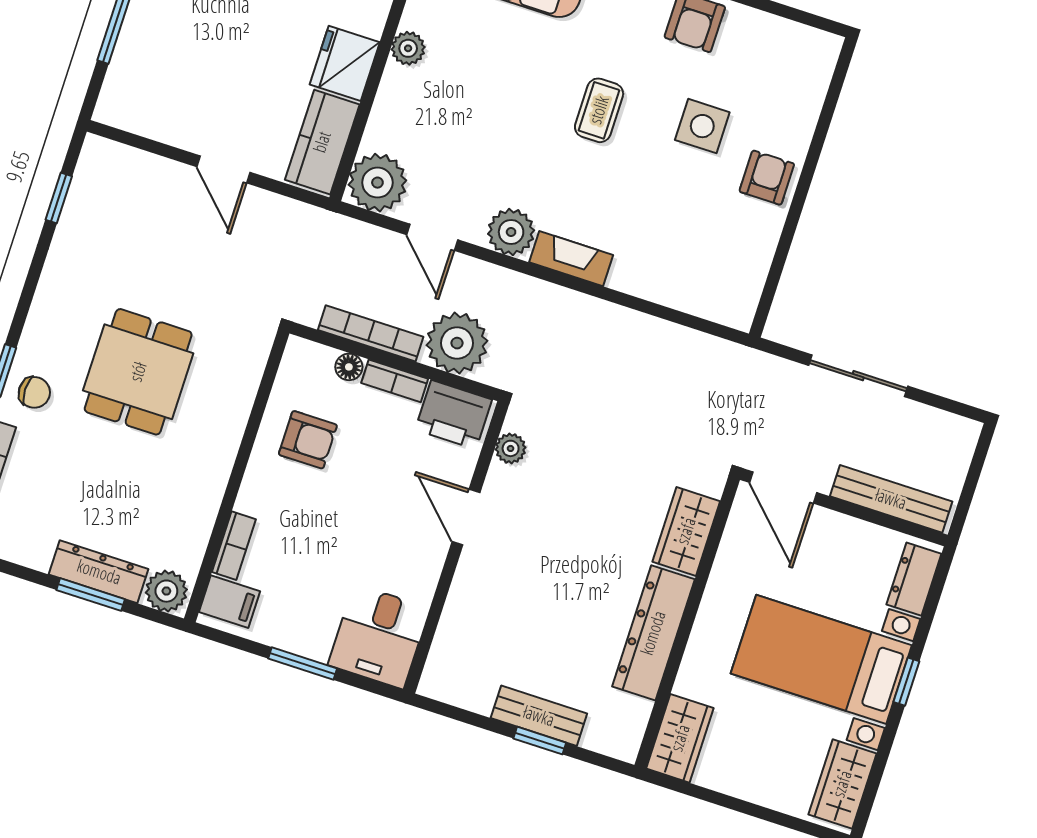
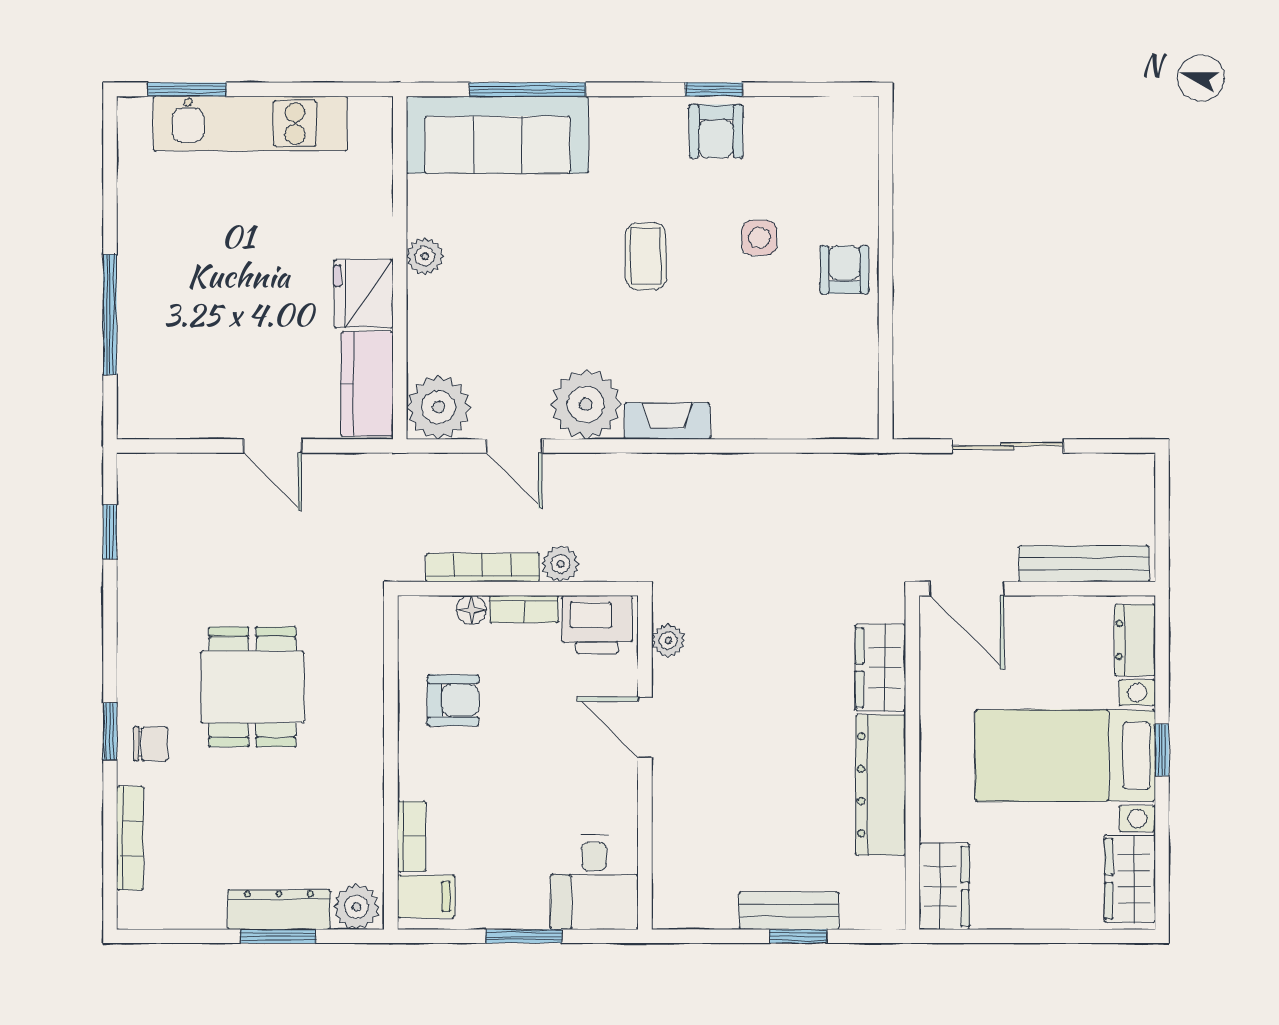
side table: (702, 126) -> (759, 238), width x0.73, depth x0.73
plant: (511, 232) -> (586, 404), width x1.36, depth x1.36
plant: (457, 343) -> (561, 564), width x0.53, depth x0.53

